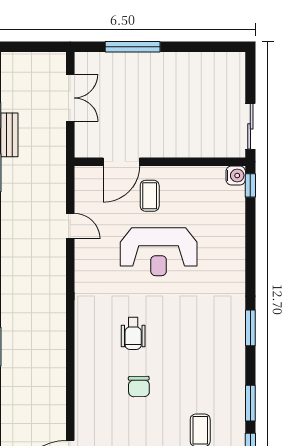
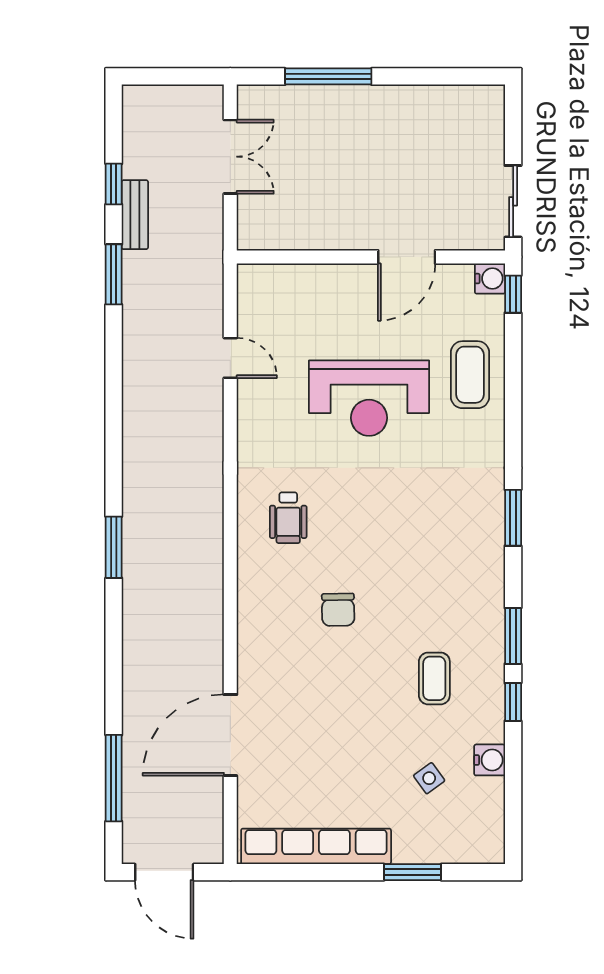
door: (121, 162) -> (407, 257), moved
coffee table: (150, 196) -> (470, 375), moved, width x1.36, depth x1.30
wheelchair: (133, 333) -> (288, 518), moved

